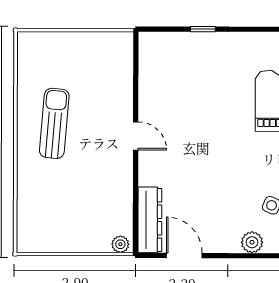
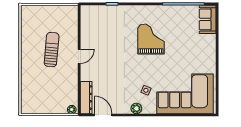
sun lounger: (54, 123) -> (52, 50), moved
door: (136, 136) -> (79, 56), hinge flipped

